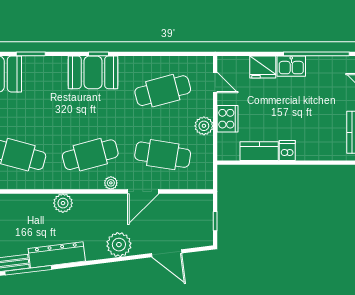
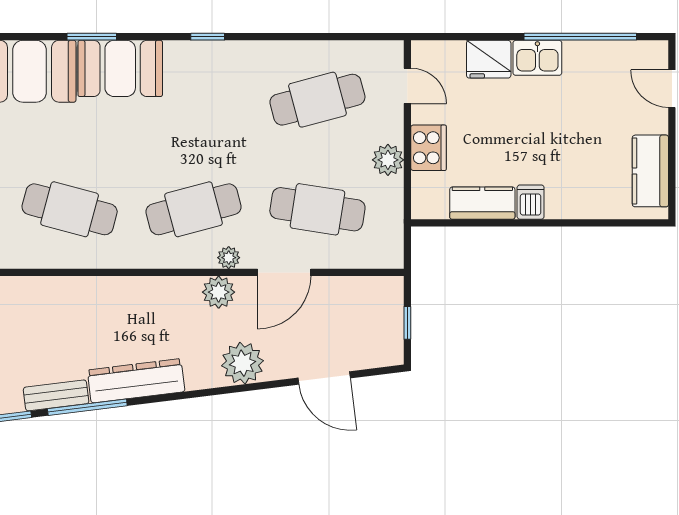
booth: (93, 72) -> (120, 68), moved
plant: (63, 203) -> (219, 292), moved

